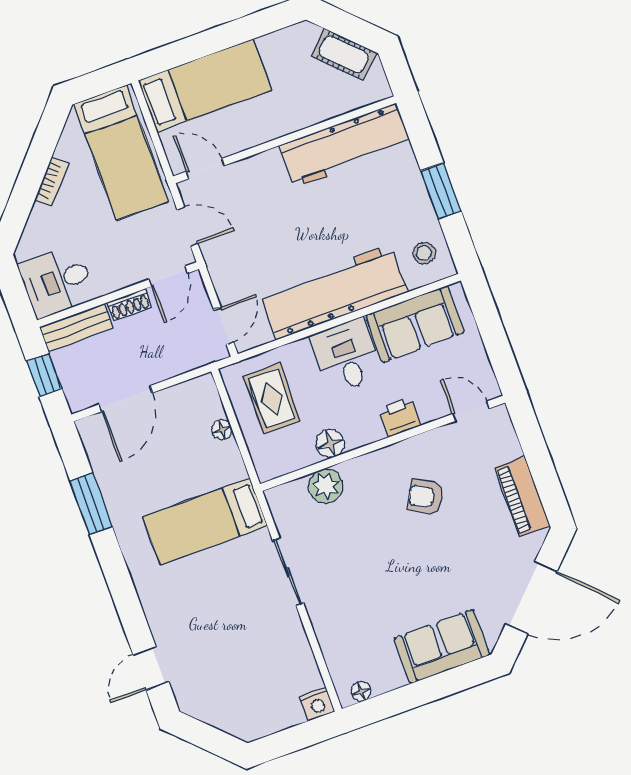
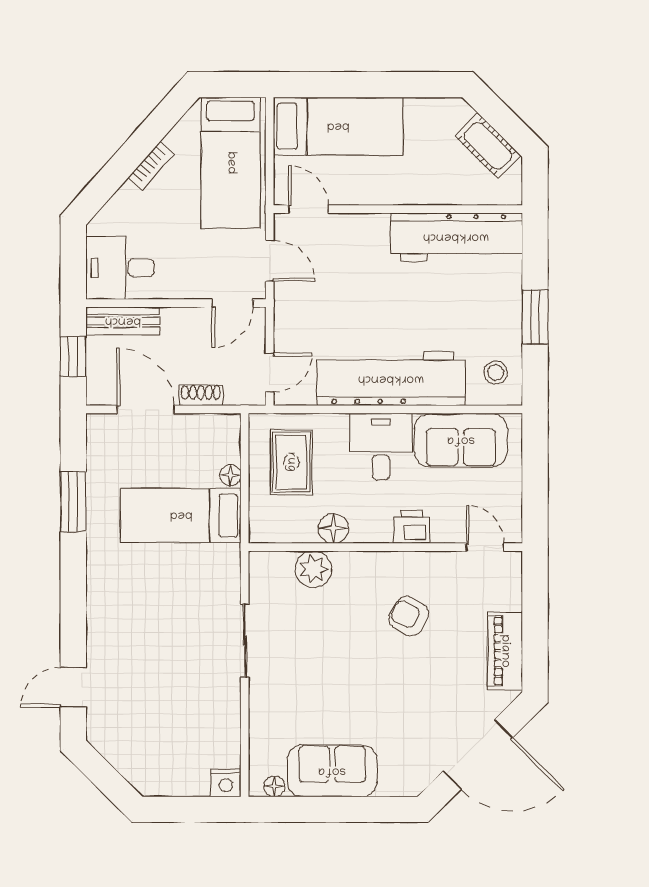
shoe rack: (129, 305) -> (201, 395), moved, turned 180
door: (126, 399) -> (146, 409), swing flipped
bed: (205, 521) -> (181, 515), moved
sofa: (442, 647) -> (332, 771), moved

